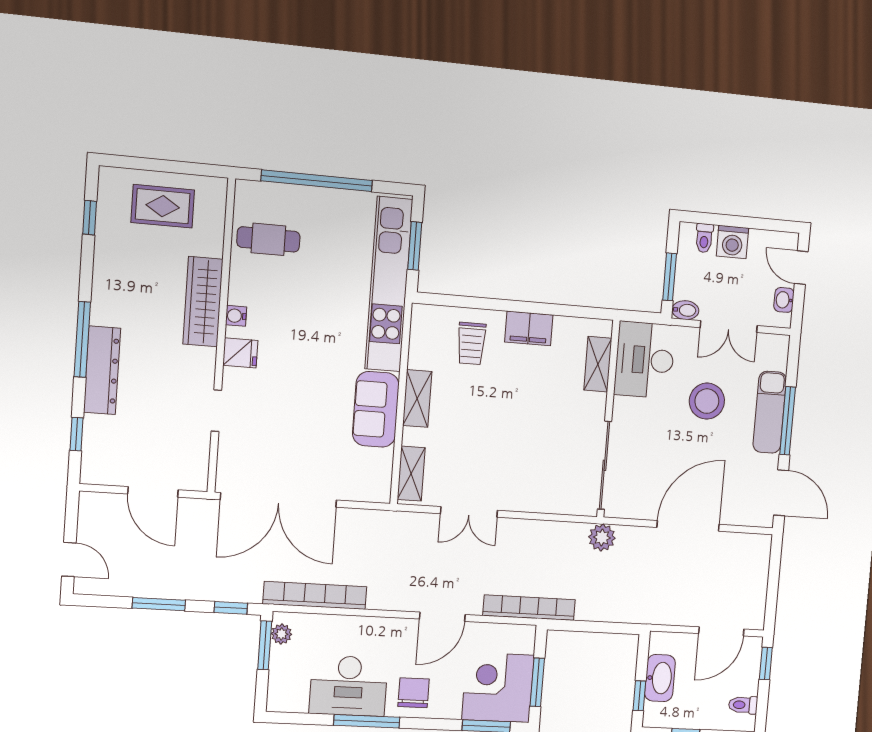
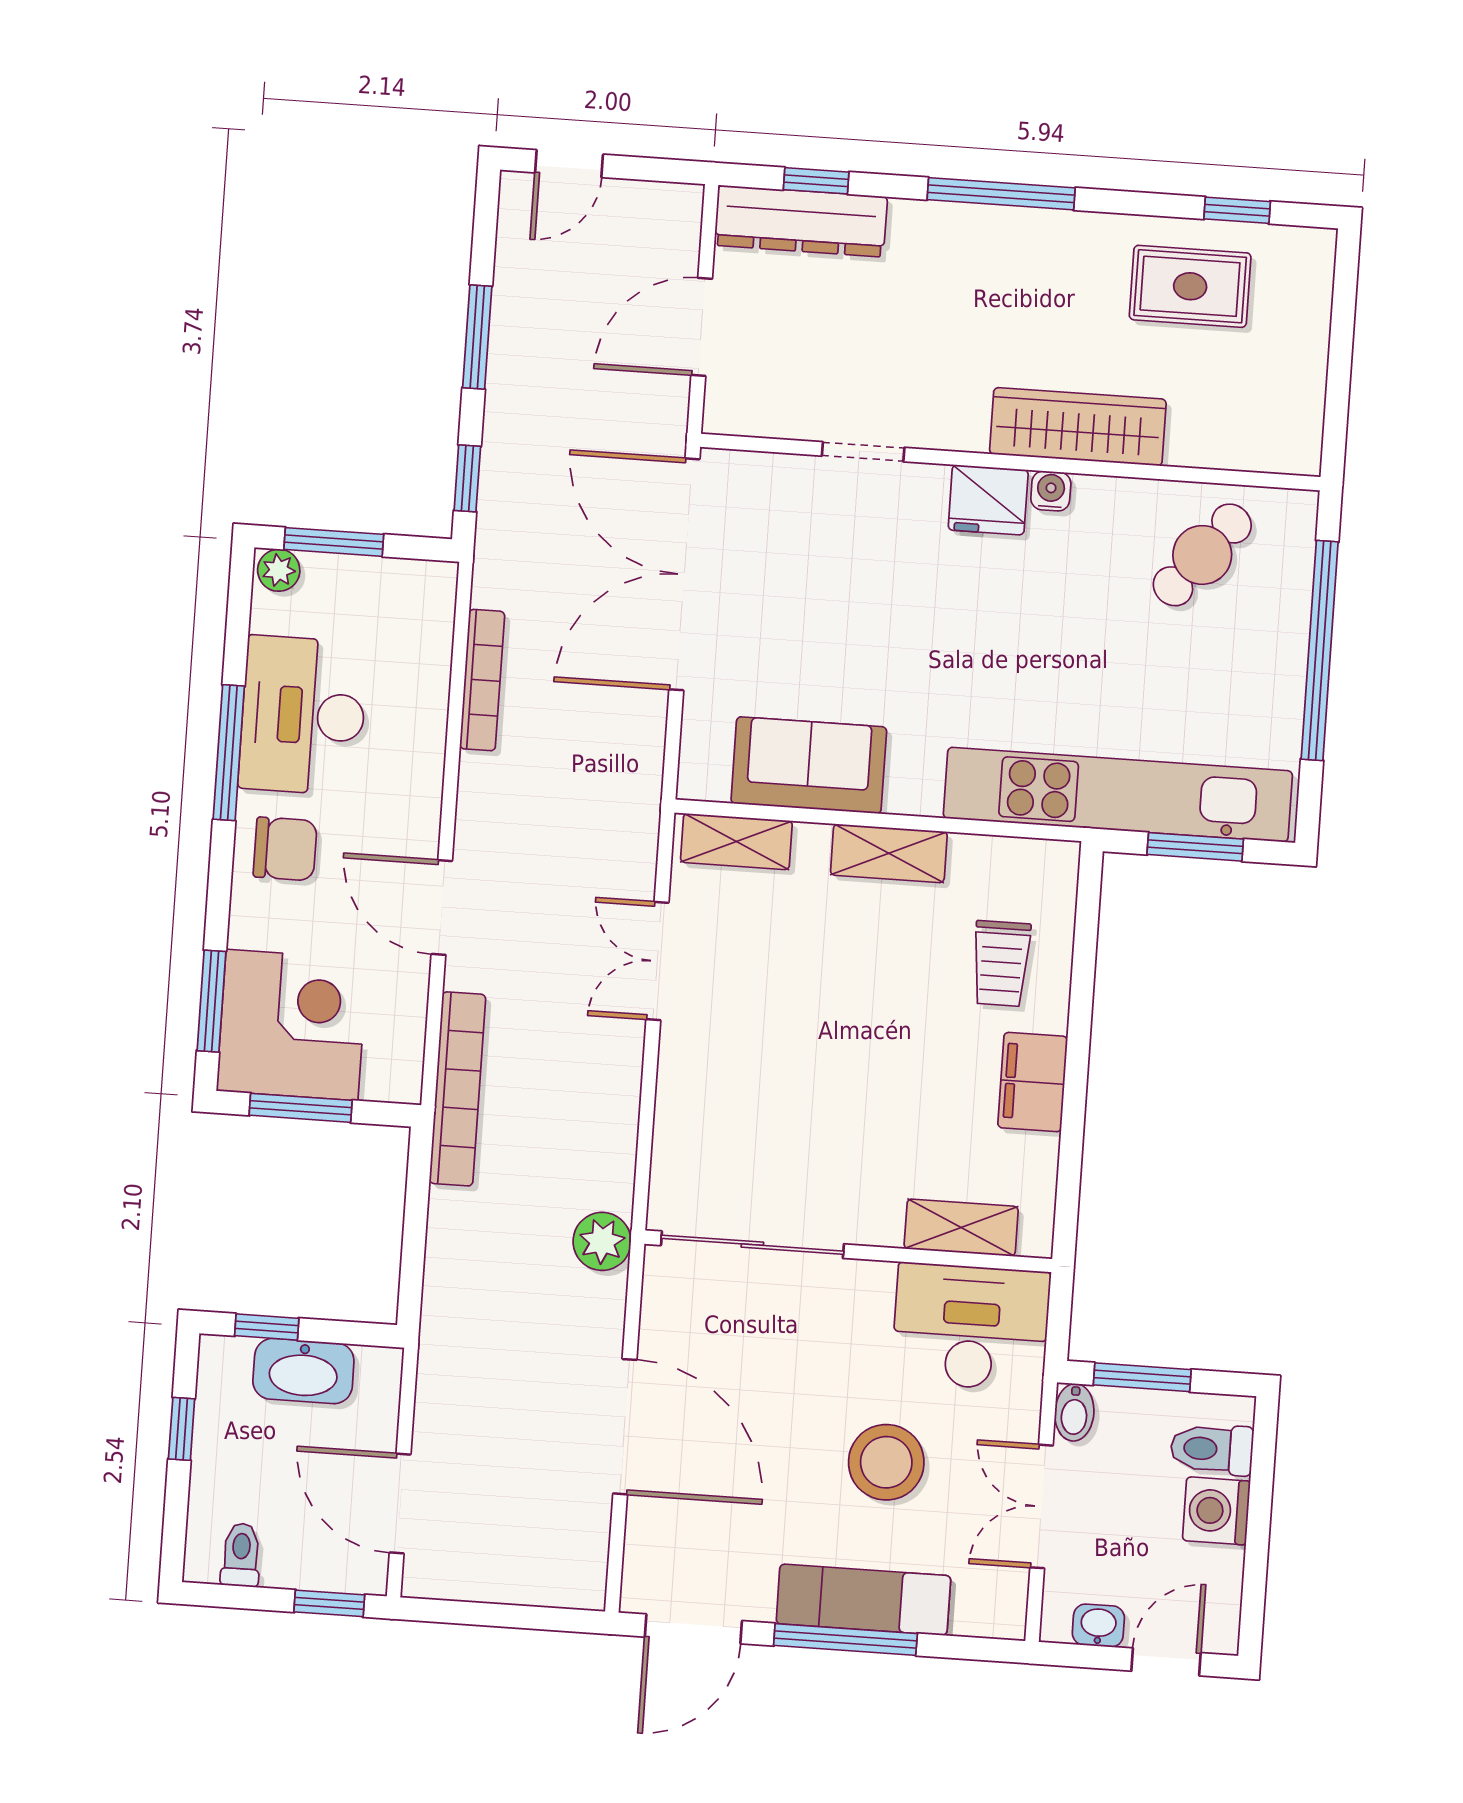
rug: (163, 206) -> (1190, 286), moved, turned 90
toilet: (704, 238) -> (1212, 1449), width x1.37, depth x1.39
cafe table: (268, 239) -> (1202, 555), turned 39
trolley: (471, 343) -> (1001, 963), turned -90
fridge: (240, 353) -> (988, 500), width x1.38
dresser: (102, 370) -> (801, 221), moved
sofa: (376, 409) -> (809, 765), moved
bookcase: (315, 595) -> (482, 680), width x0.68, depth x0.76
plant: (281, 634) -> (279, 570), moved
window: (265, 645) -> (334, 542), moved

